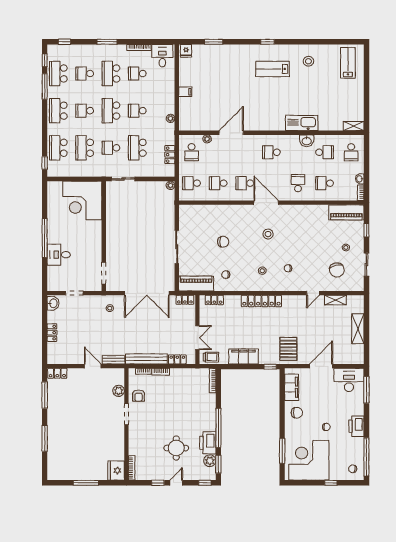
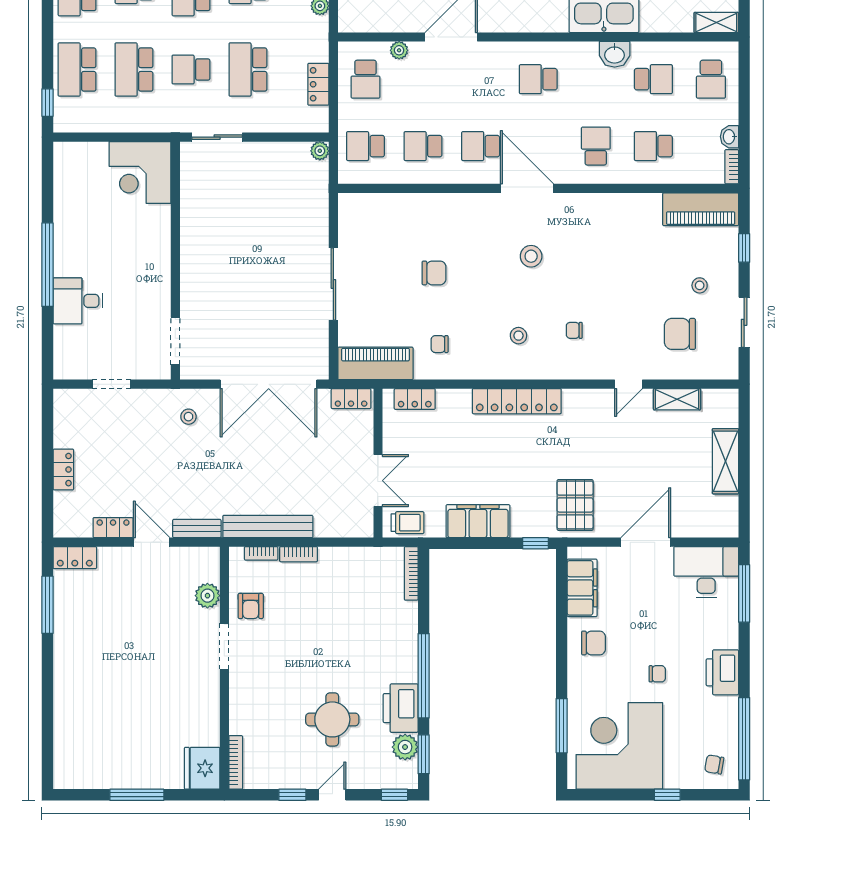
corner desk: (82, 201) -> (140, 173), width x0.74, depth x0.74
chair: (337, 270) -> (680, 334), turned 103
washbasin: (53, 303) -> (66, 406), removed
locker: (177, 359) -> (113, 528), moved
window: (45, 438) -> (47, 699), removed

